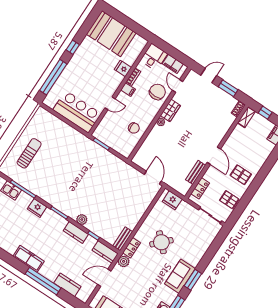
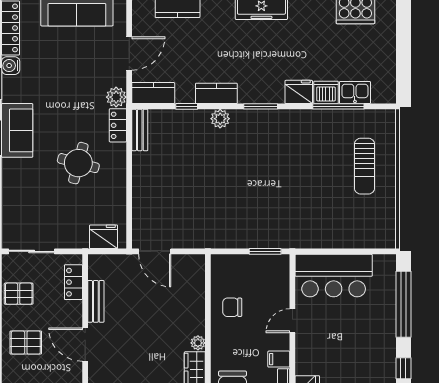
dishwasher: (24, 199) -> (326, 92), added
round table: (161, 242) -> (78, 163), turned -30

